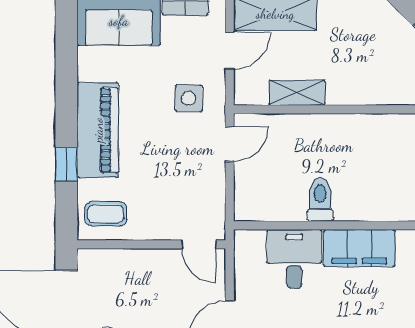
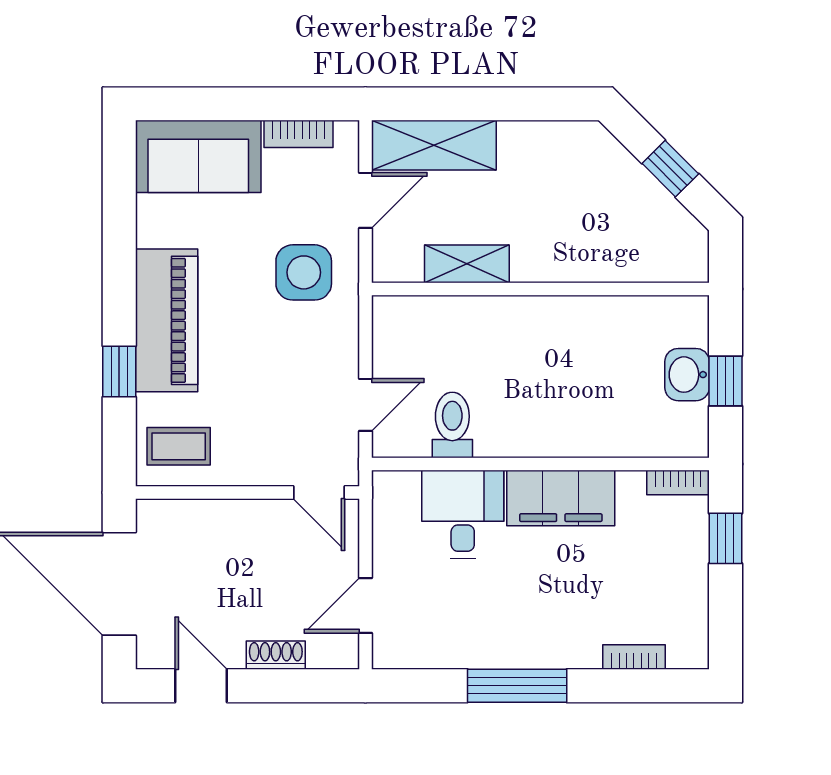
side table: (189, 98) -> (304, 272), width x1.37, depth x1.37
door: (230, 144) -> (365, 405), moved
toilet: (320, 200) -> (452, 425), moved

